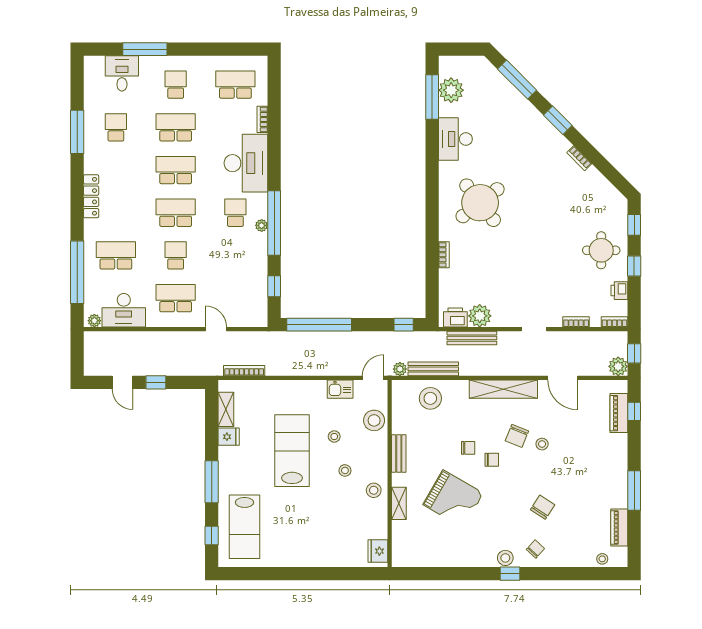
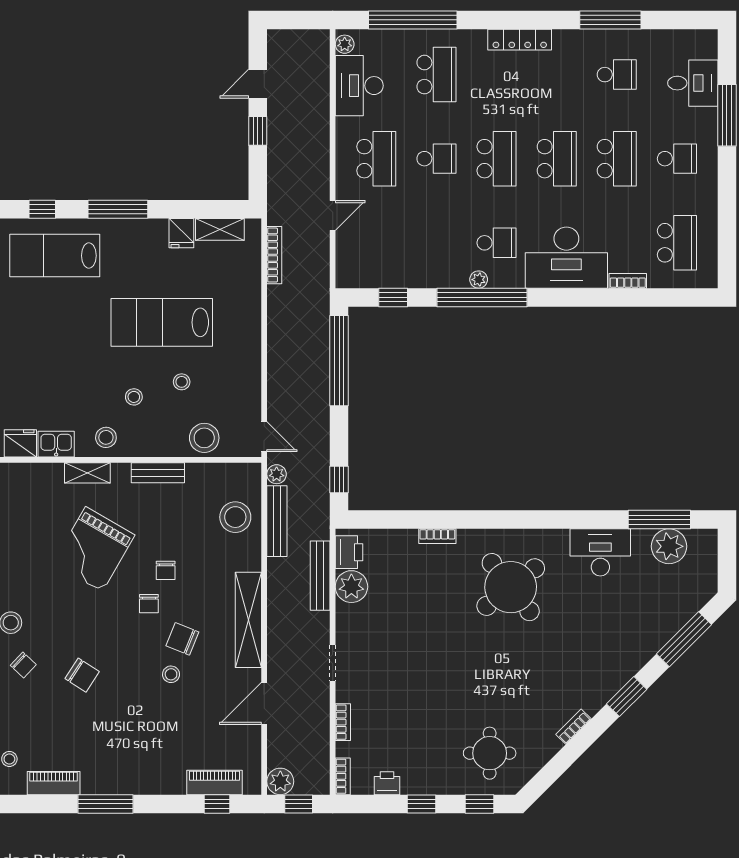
round table: (601, 250) -> (490, 753), moved
kitchen sink: (340, 389) -> (56, 444), moved, turned 90
lab bench: (292, 451) -> (162, 322), turned 180

